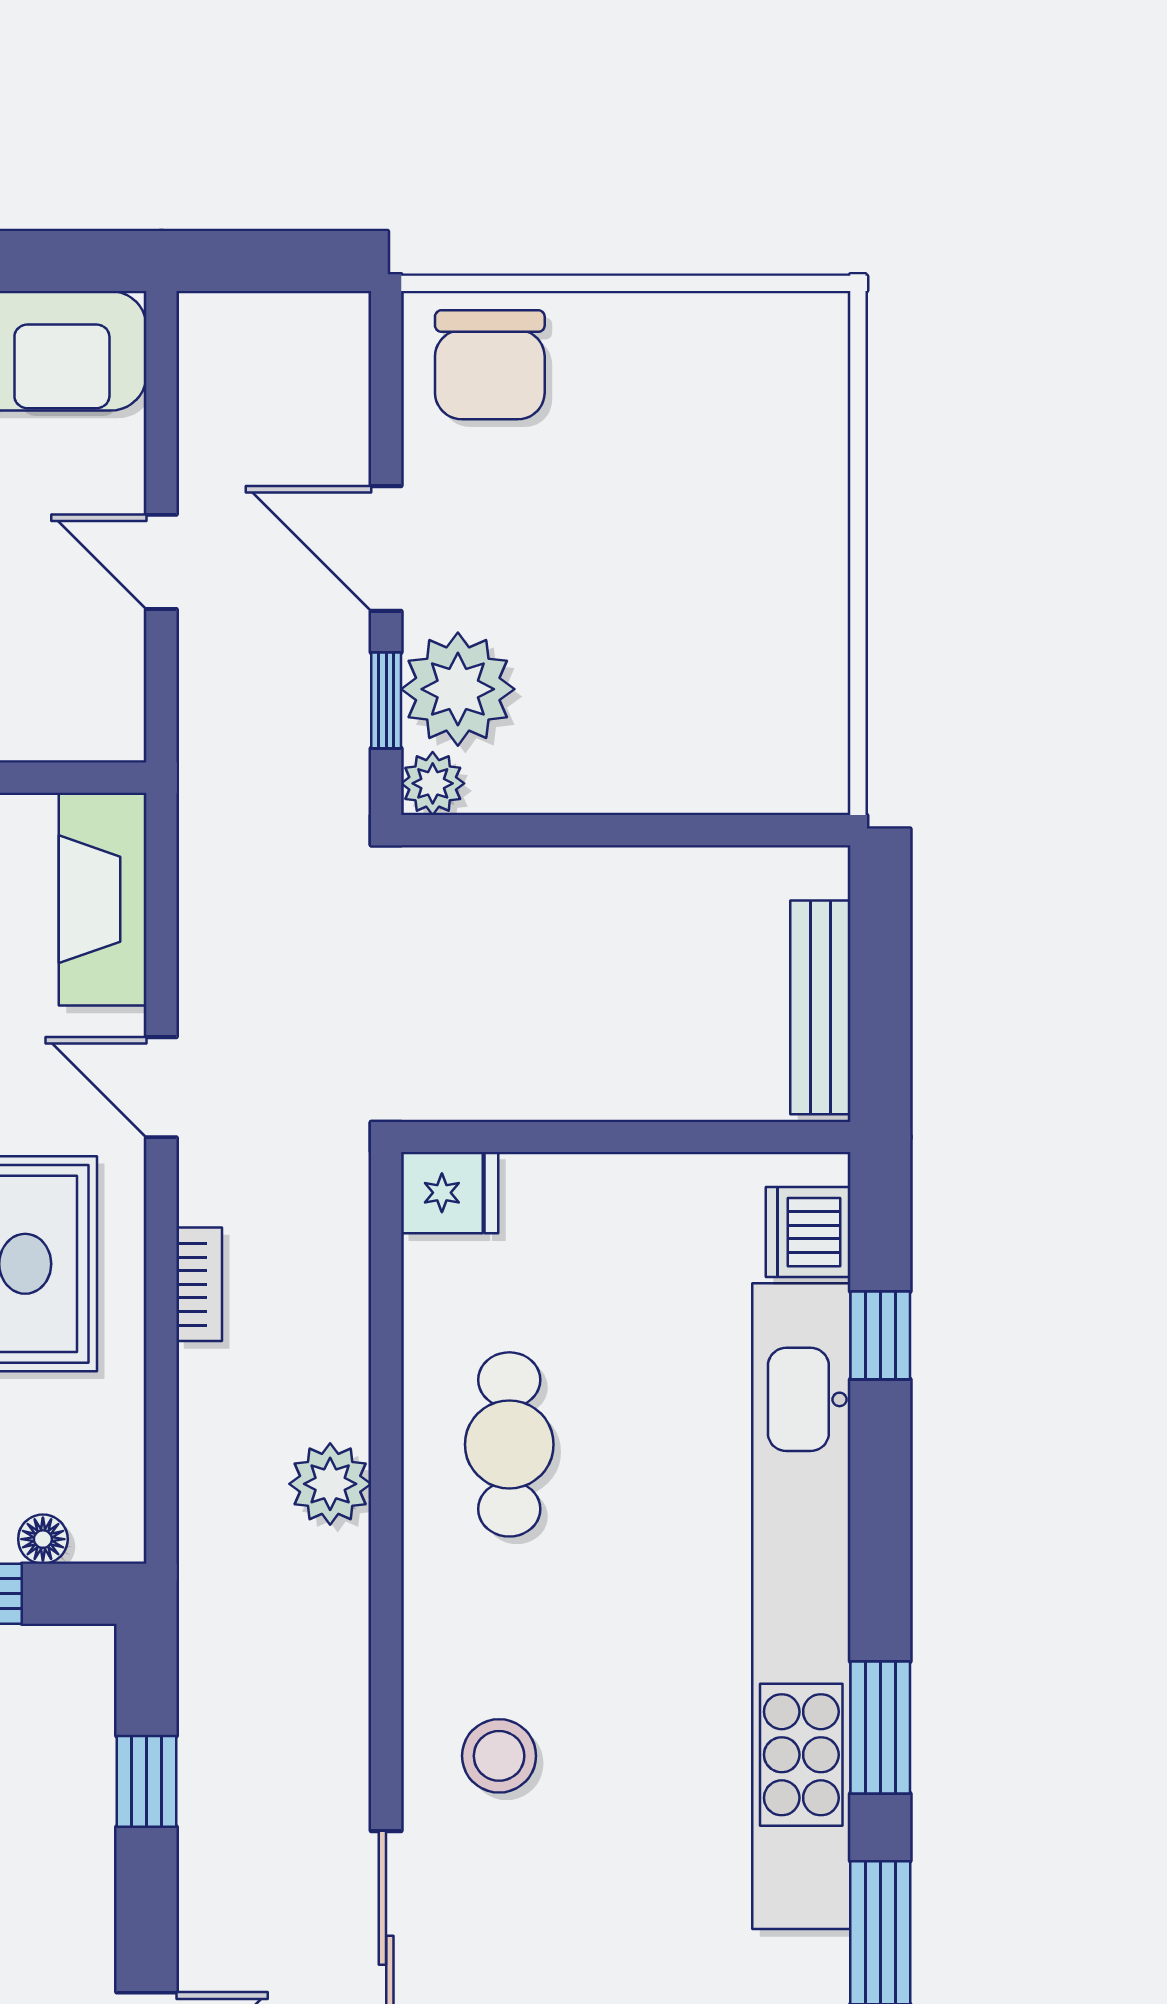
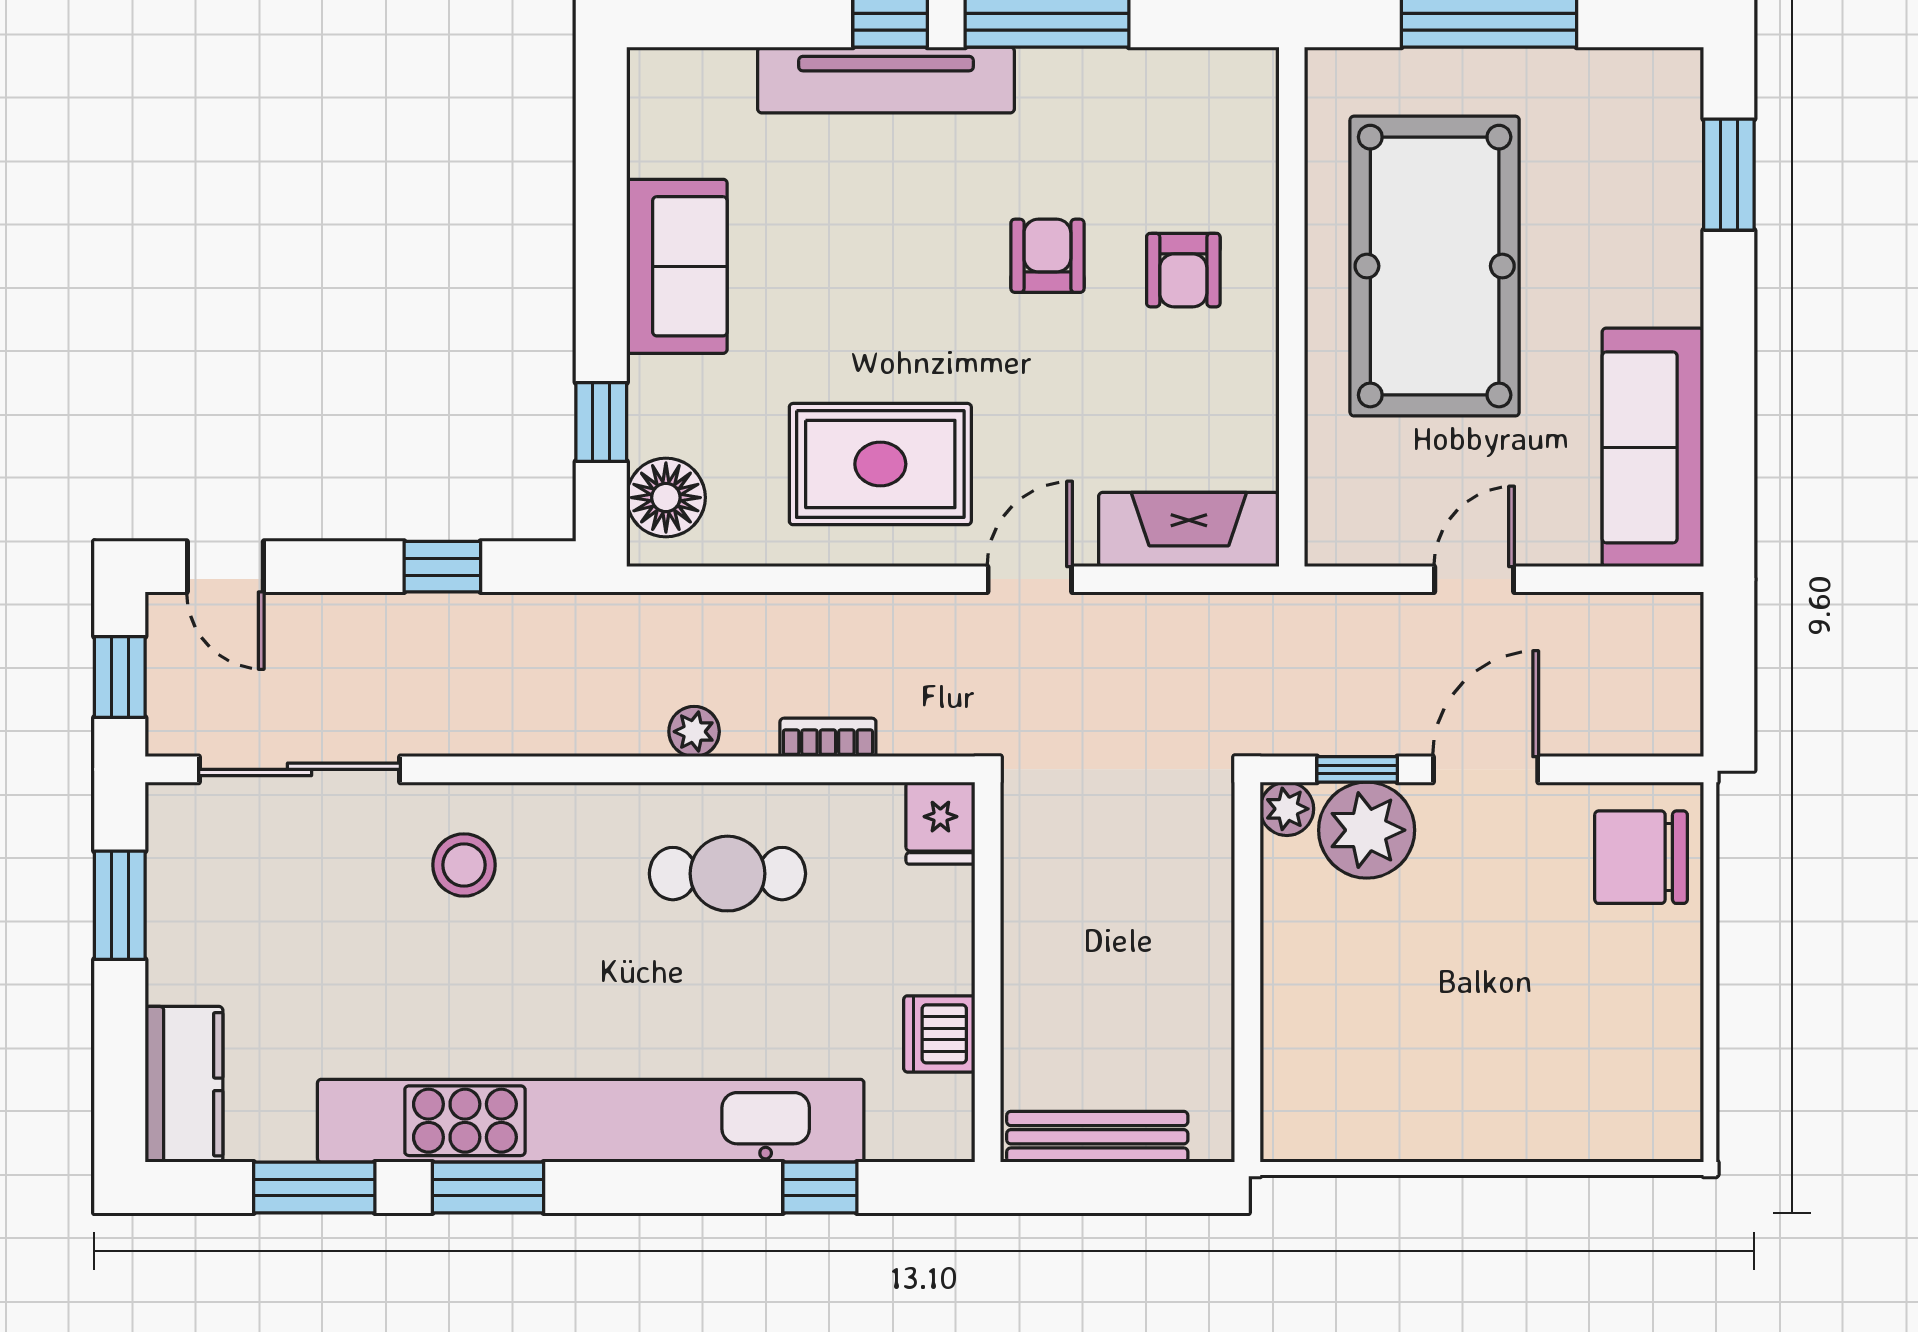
dishwasher: (808, 1232) -> (939, 1034), moved, turned -90
bookcase: (199, 1284) -> (828, 737), moved, turned 180
plant: (330, 1484) -> (694, 732), width x0.73, depth x0.73
floor lamp: (43, 1539) -> (666, 498), width x1.89, depth x1.89

